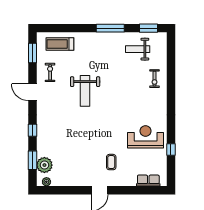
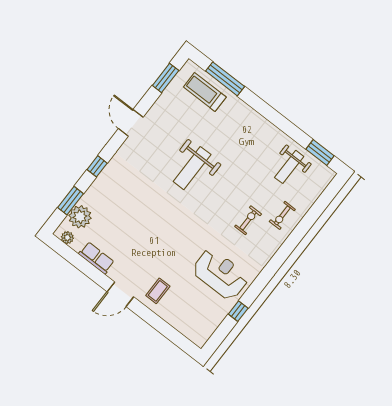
window: (110, 28) -> (225, 79), moved
weight bench: (138, 49) -> (289, 167), turned -90
exercise bike: (50, 72) -> (248, 220), moved
coffee table: (111, 162) -> (158, 291), moved
row of seats: (148, 181) -> (96, 258), moved

